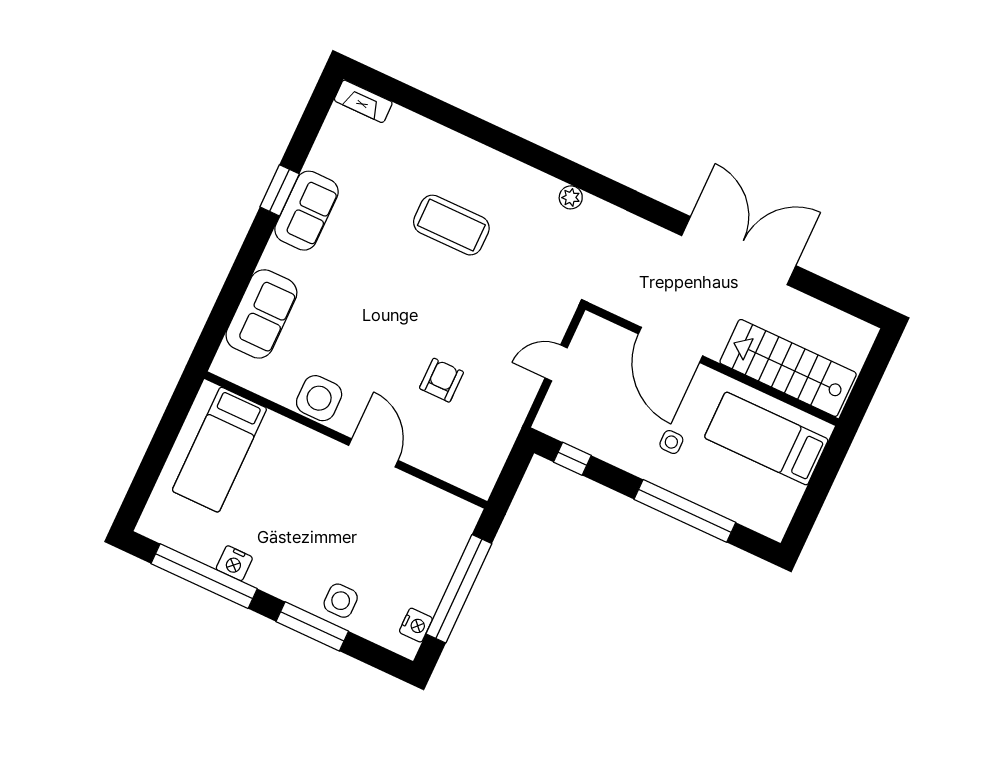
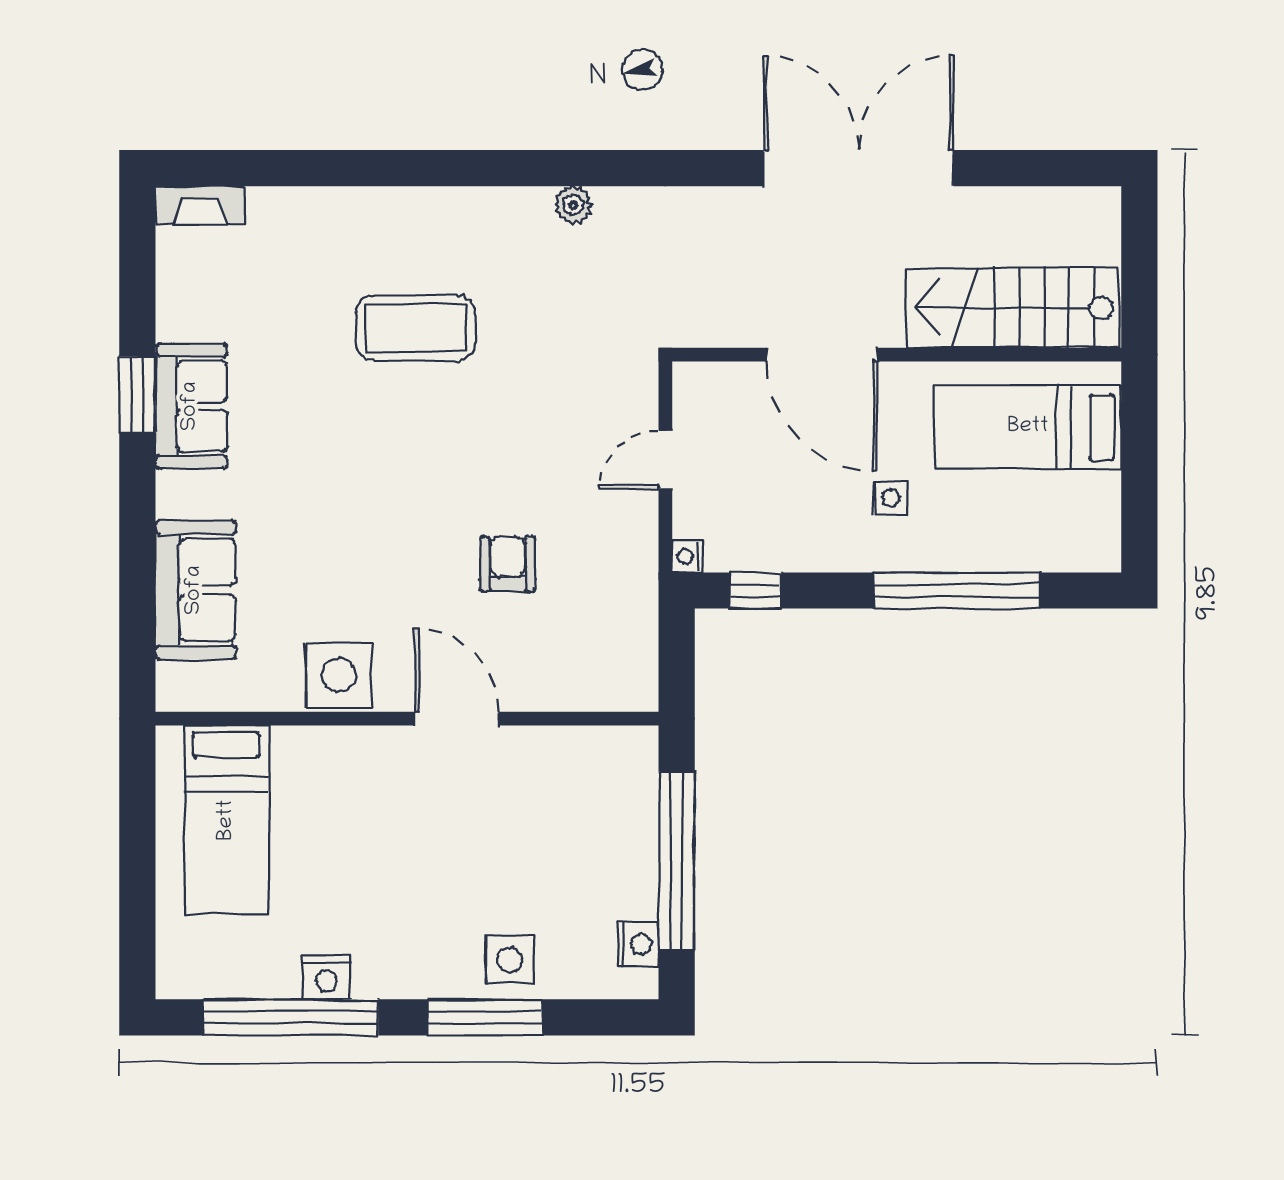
nightstand: (544, 422) -> (687, 556), added

